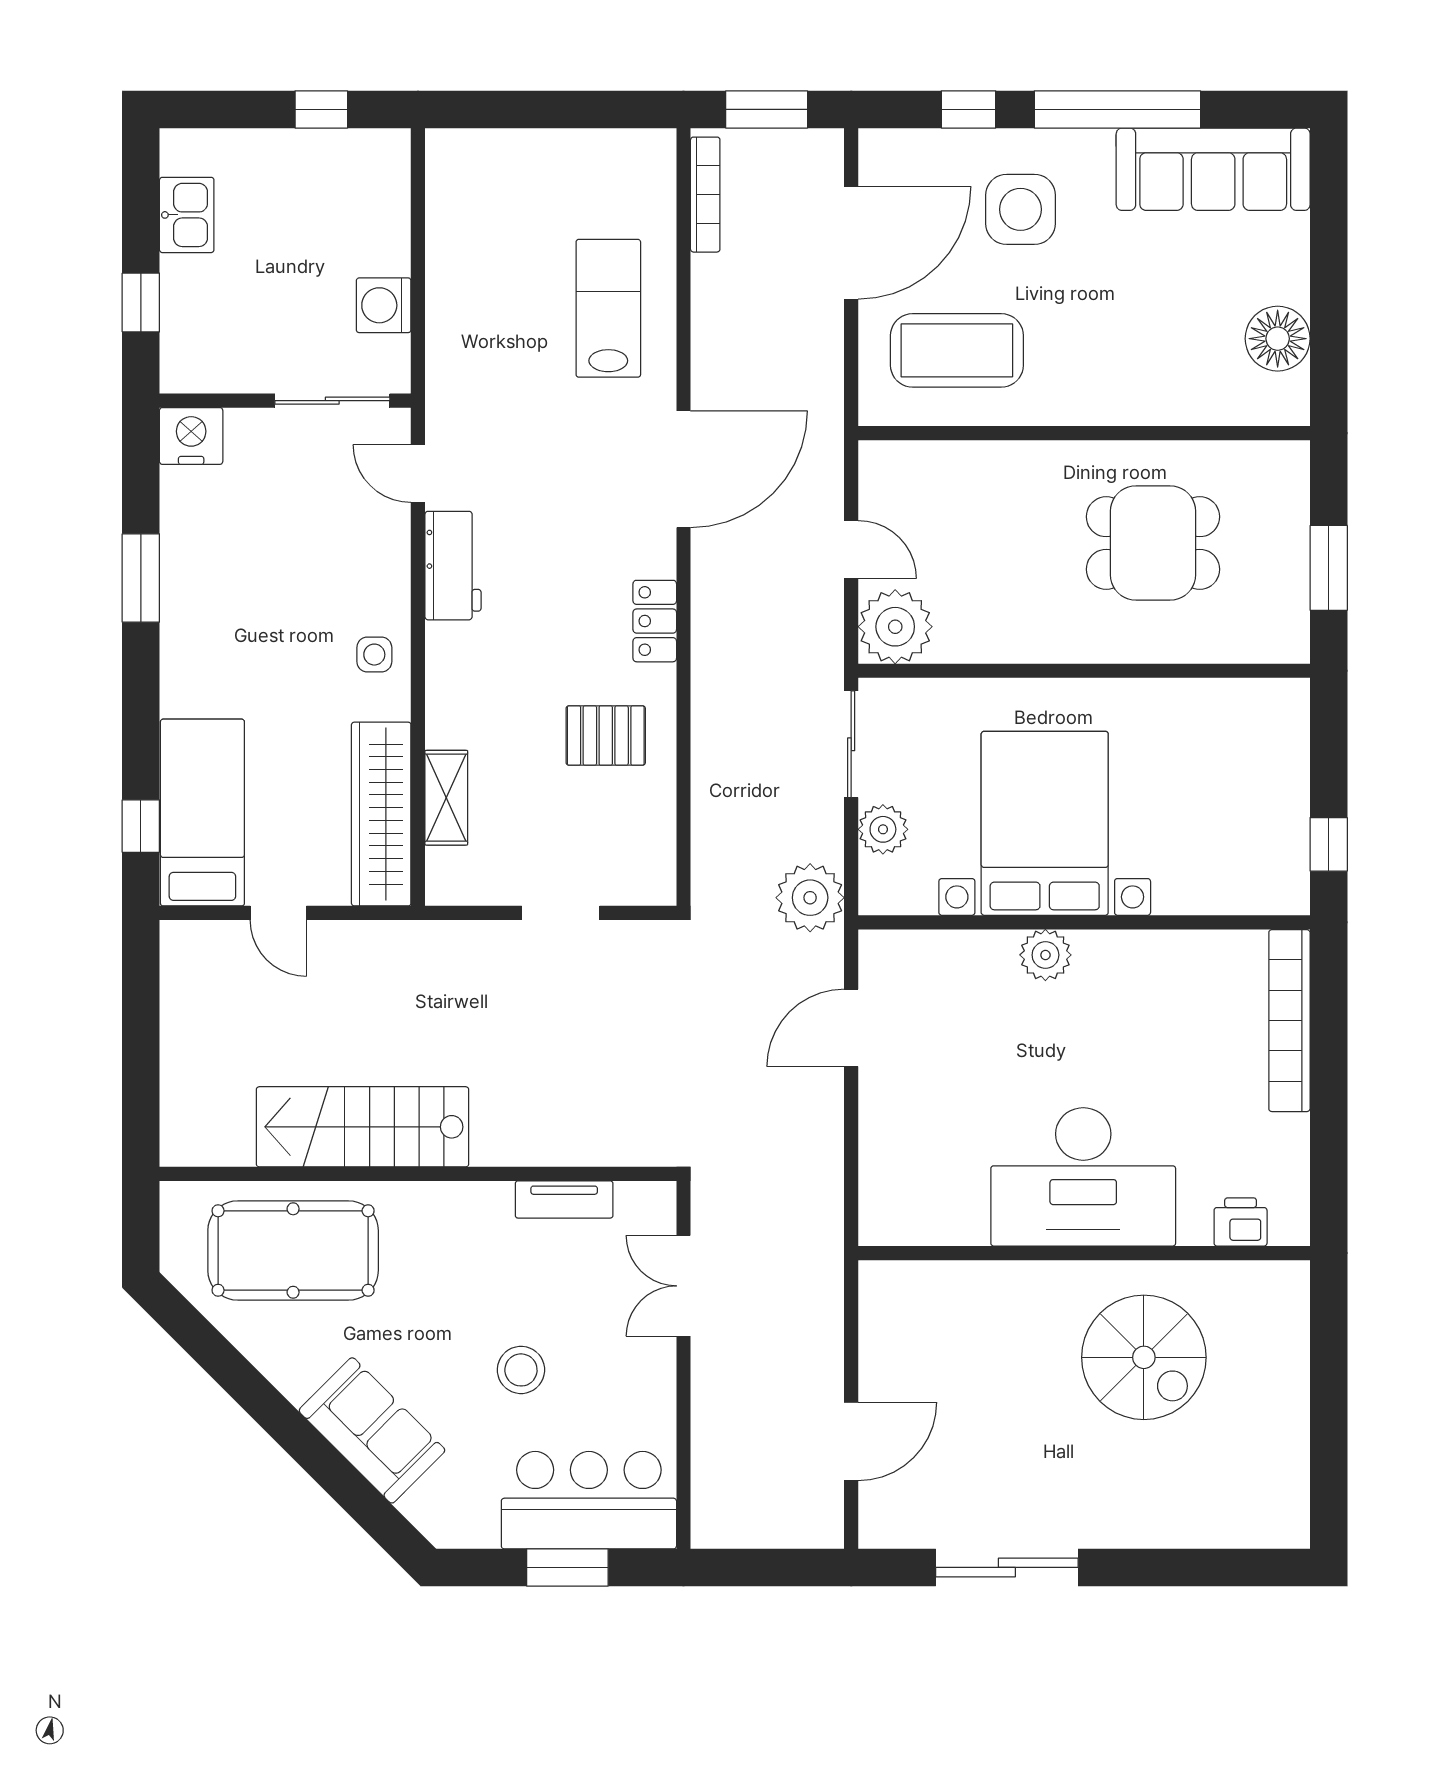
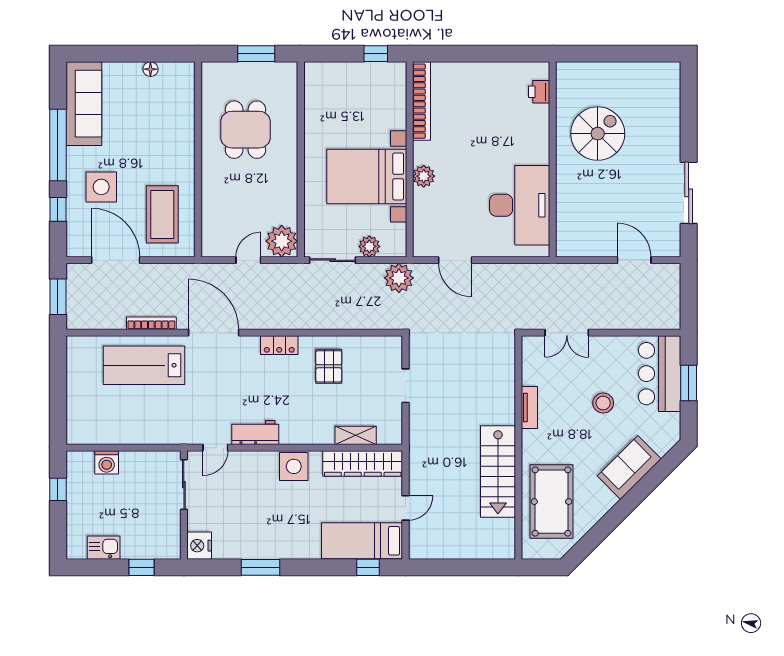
bookcase: (705, 195) -> (151, 323), moved
washing machine: (384, 305) -> (107, 462), moved
lab bench: (608, 308) -> (144, 365), width x1.36, depth x1.39
floor lamp: (1278, 339) -> (150, 69), width x0.53, depth x0.53
side table: (374, 655) -> (294, 466), width x1.87, depth x1.87
bookcase: (1289, 1021) -> (421, 101), moved, turned -90
desk: (1083, 1177) -> (520, 205), moved
tv unit: (564, 1199) -> (529, 407), moved

